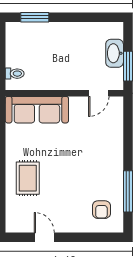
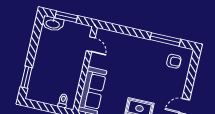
washbasin: (115, 53) -> (53, 24), moved
window: (128, 66) -> (66, 17), moved

